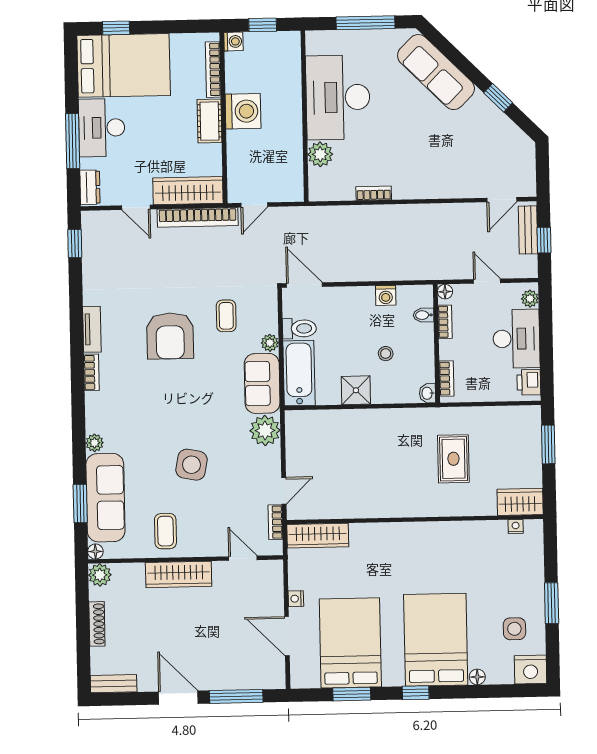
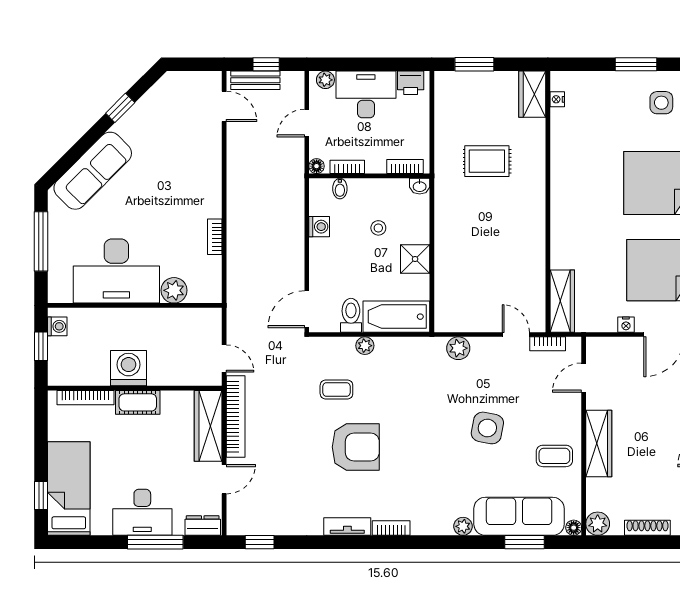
washing machine: (233, 41) -> (57, 326), moved, turned 90
bed: (124, 65) -> (69, 489), width x0.67
sofa: (262, 383) -> (406, 354), removed
plant: (265, 430) -> (458, 348), width x0.73, depth x0.73

